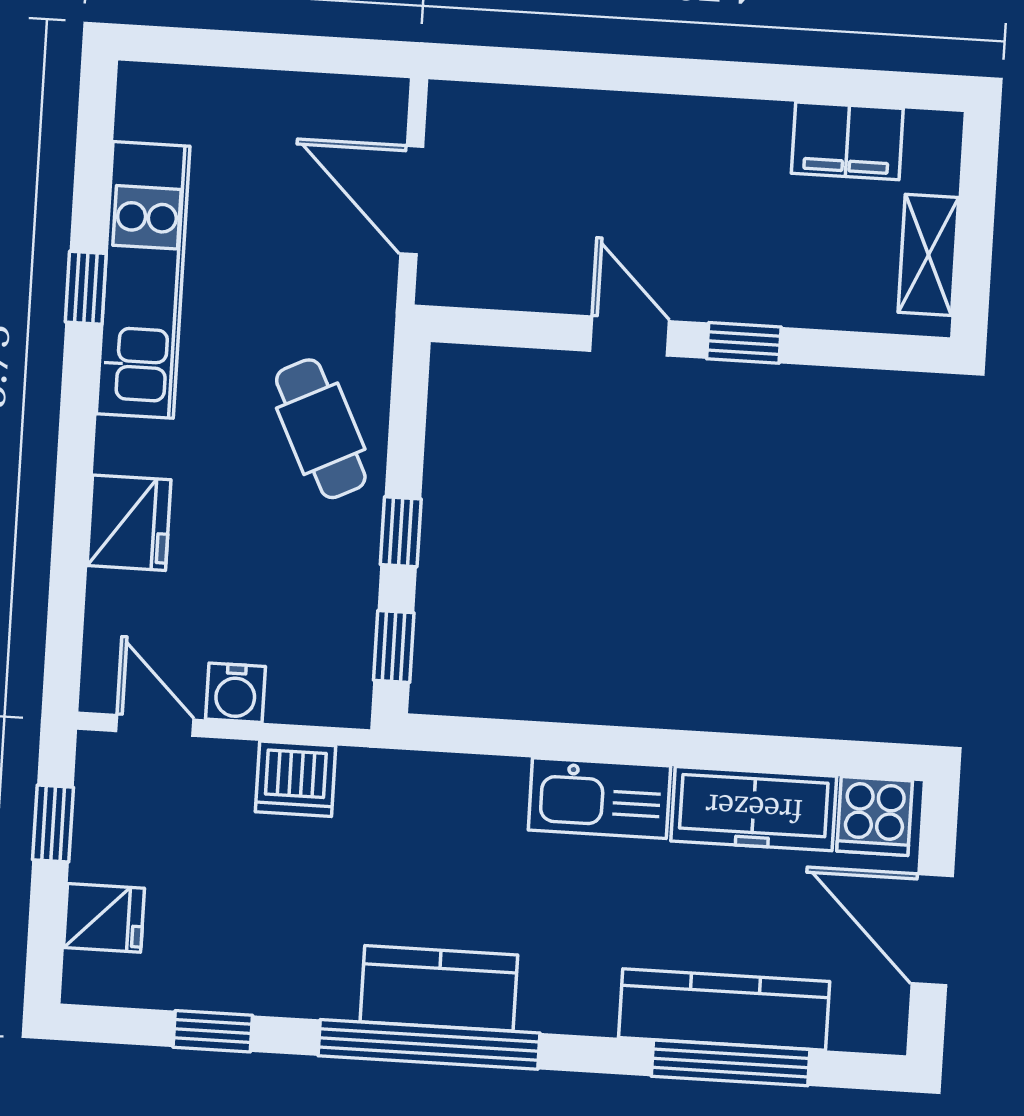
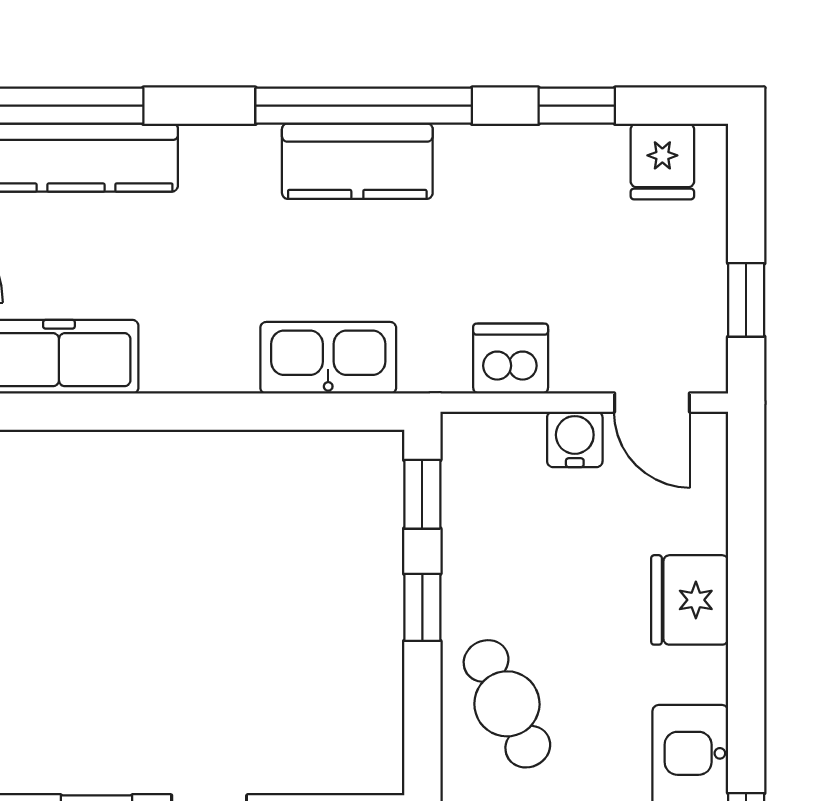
kitchen sink: (599, 798) -> (328, 358), moved
fridge: (104, 918) -> (662, 161), moved, turned -90

